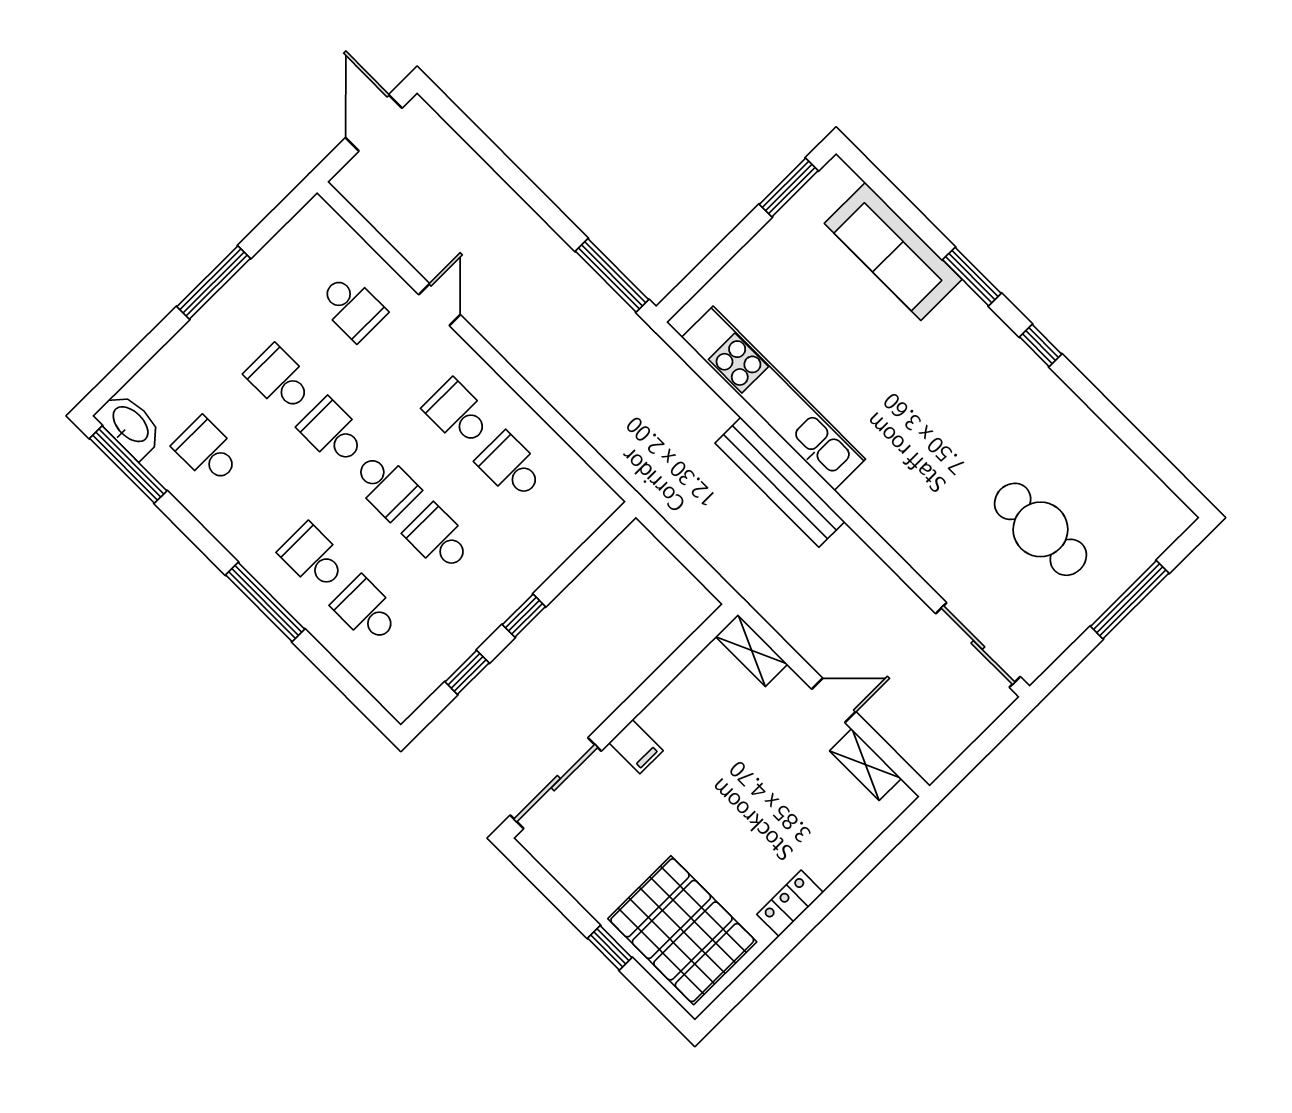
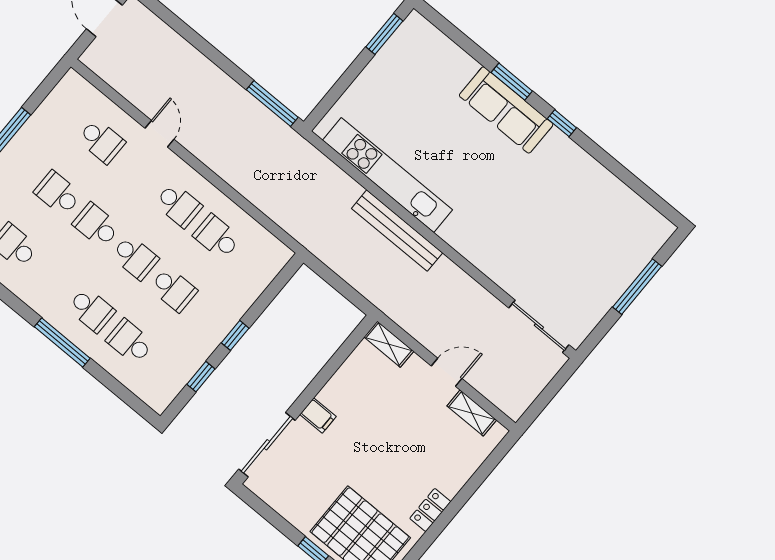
sofa: (893, 251) -> (506, 110), moved
school desk: (458, 413) -> (178, 205), turned 180
cafe table: (1040, 529) -> (573, 245), removed
school desk: (438, 538) -> (173, 289), turned 180
school desk: (313, 557) -> (91, 310), turned 180

